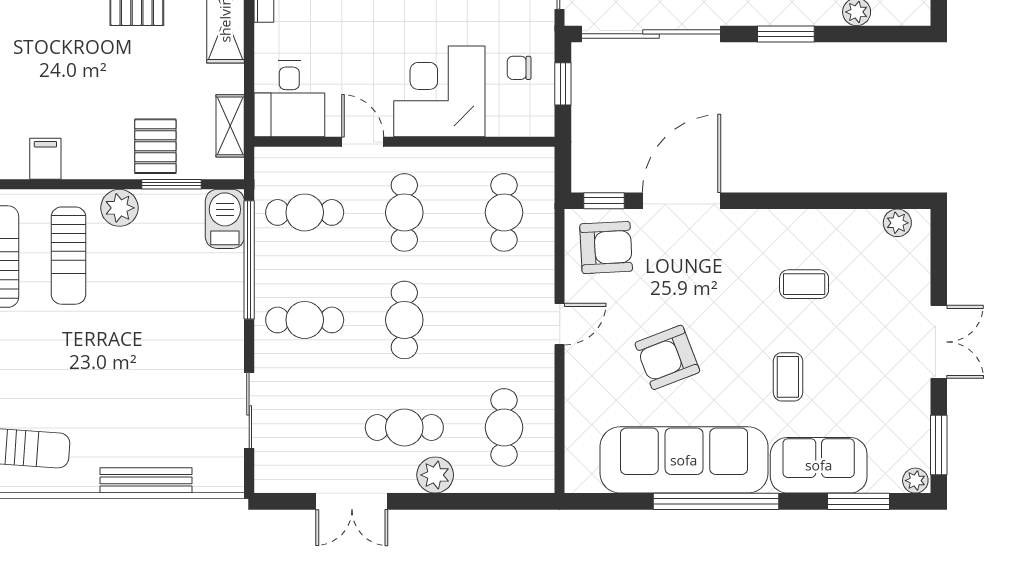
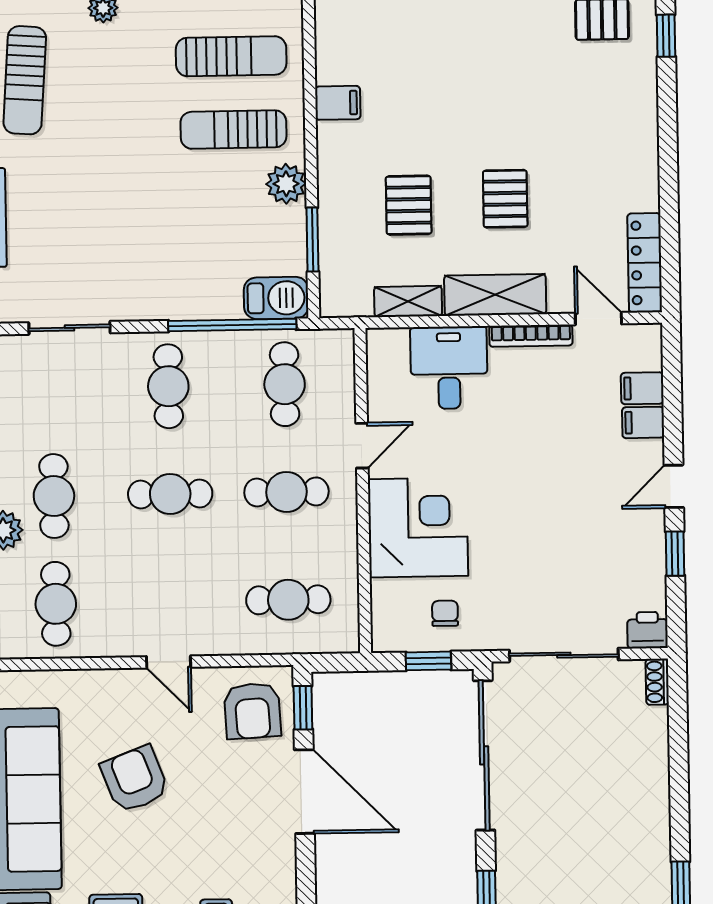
desk: (289, 99) -> (449, 368), moved, turned 90
shelving: (230, 126) -> (408, 301), moved
pallet: (155, 146) -> (409, 205), moved, turned 90
cafe table: (504, 427) -> (56, 604), turned 90

